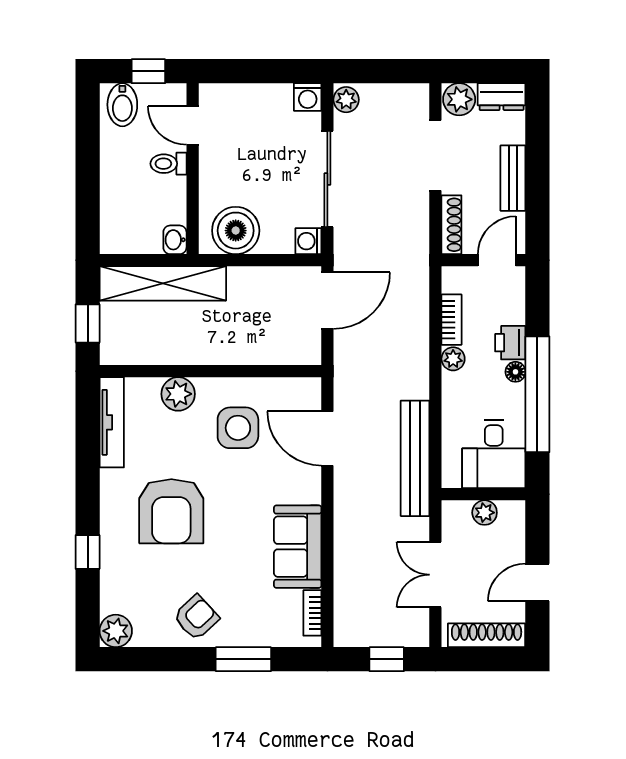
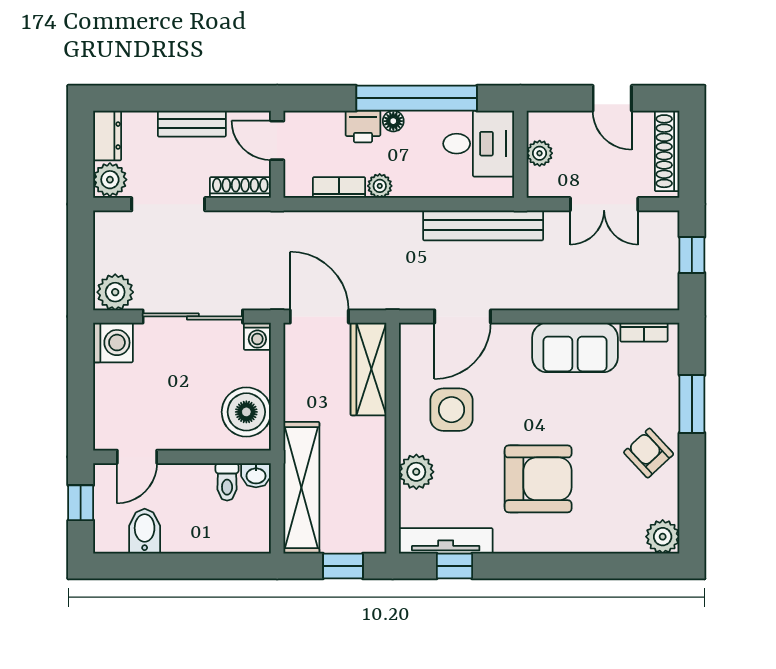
washing machine: (308, 97) -> (113, 343), width x1.38, depth x1.38
plant: (346, 100) -> (115, 292), width x1.38, depth x1.38
bidet: (122, 105) -> (145, 531), moved, turned -90
toilet: (168, 164) -> (227, 482), moved
wardrobe: (277, 348) -> (368, 369), added
window: (88, 552) -> (454, 566), moved

